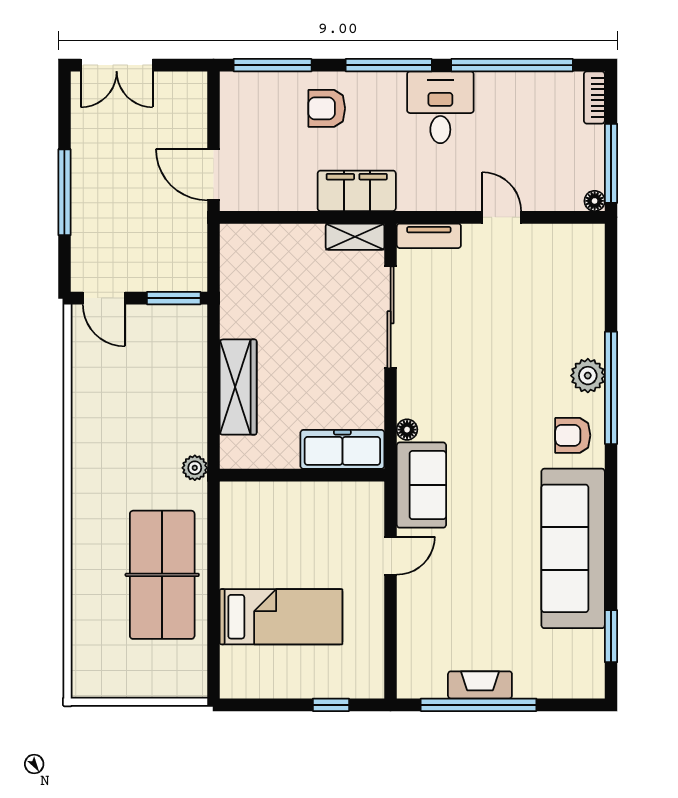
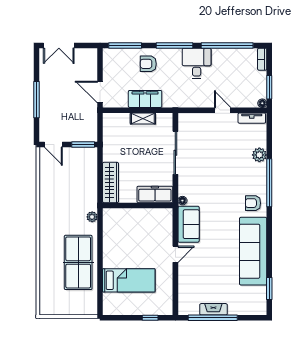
window: (611, 163) -> (269, 87), width x0.69
filing cabinet: (357, 191) -> (145, 99), moved
tv unit: (429, 236) -> (252, 118), moved
shelving: (355, 237) -> (143, 118), moved
plant: (588, 376) -> (259, 155), moved
freezer: (342, 449) -> (155, 194), moved
wall: (302, 475) -> (138, 205), moved

